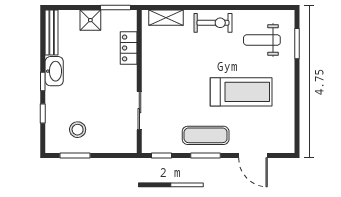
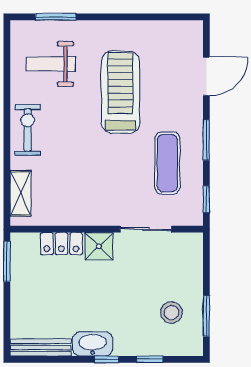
shower: (90, 20) -> (99, 246), moved
weight bench: (262, 40) -> (51, 64), turned 90
exercise mat: (206, 135) -> (167, 163), moved

